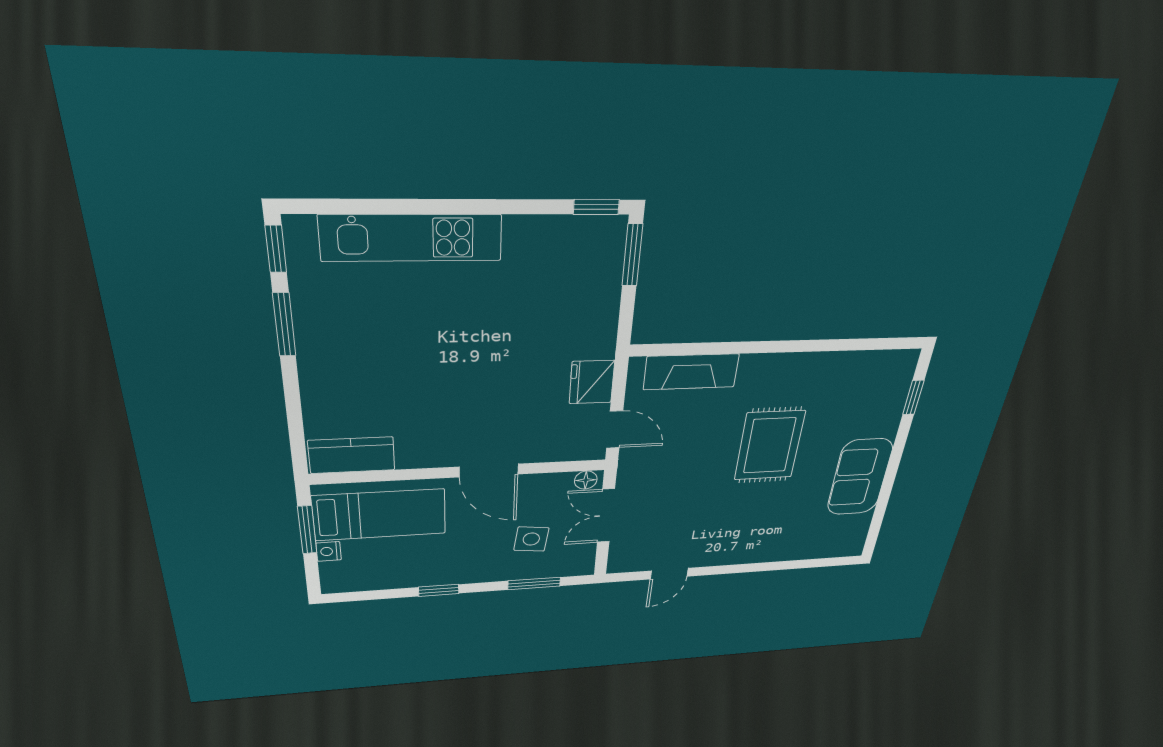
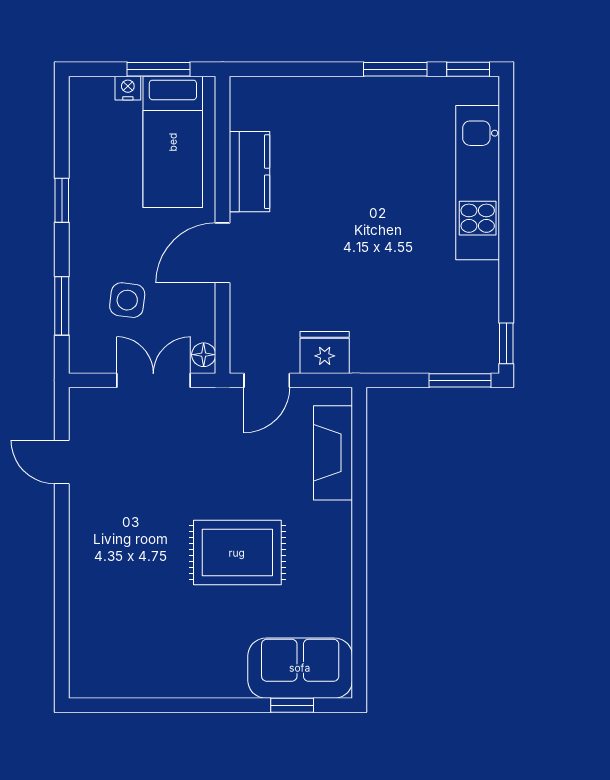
kitchen counter: (352, 455) -> (249, 172), moved
sofa: (860, 477) -> (300, 668), moved

